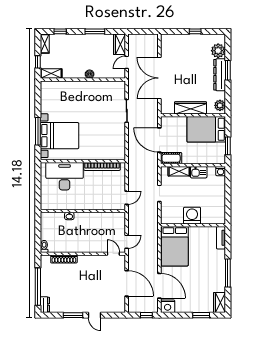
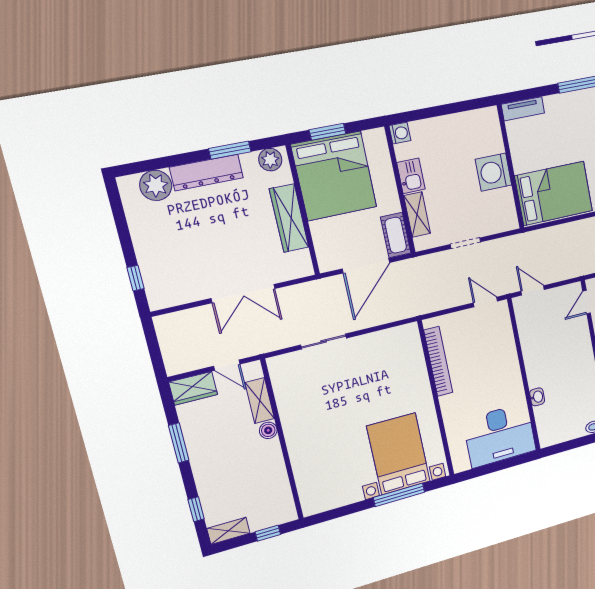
window: (195, 31) -> (136, 278), moved
window: (228, 70) -> (230, 150), moved
shelving: (51, 74) -> (260, 401), moved
double door: (159, 78) -> (243, 293), width x0.73
bed: (206, 129) -> (334, 176), width x1.36
window: (228, 146) -> (328, 132), moved
desk: (65, 176) -> (500, 435), moved, turned -90
door: (127, 242) -> (533, 290), moved

